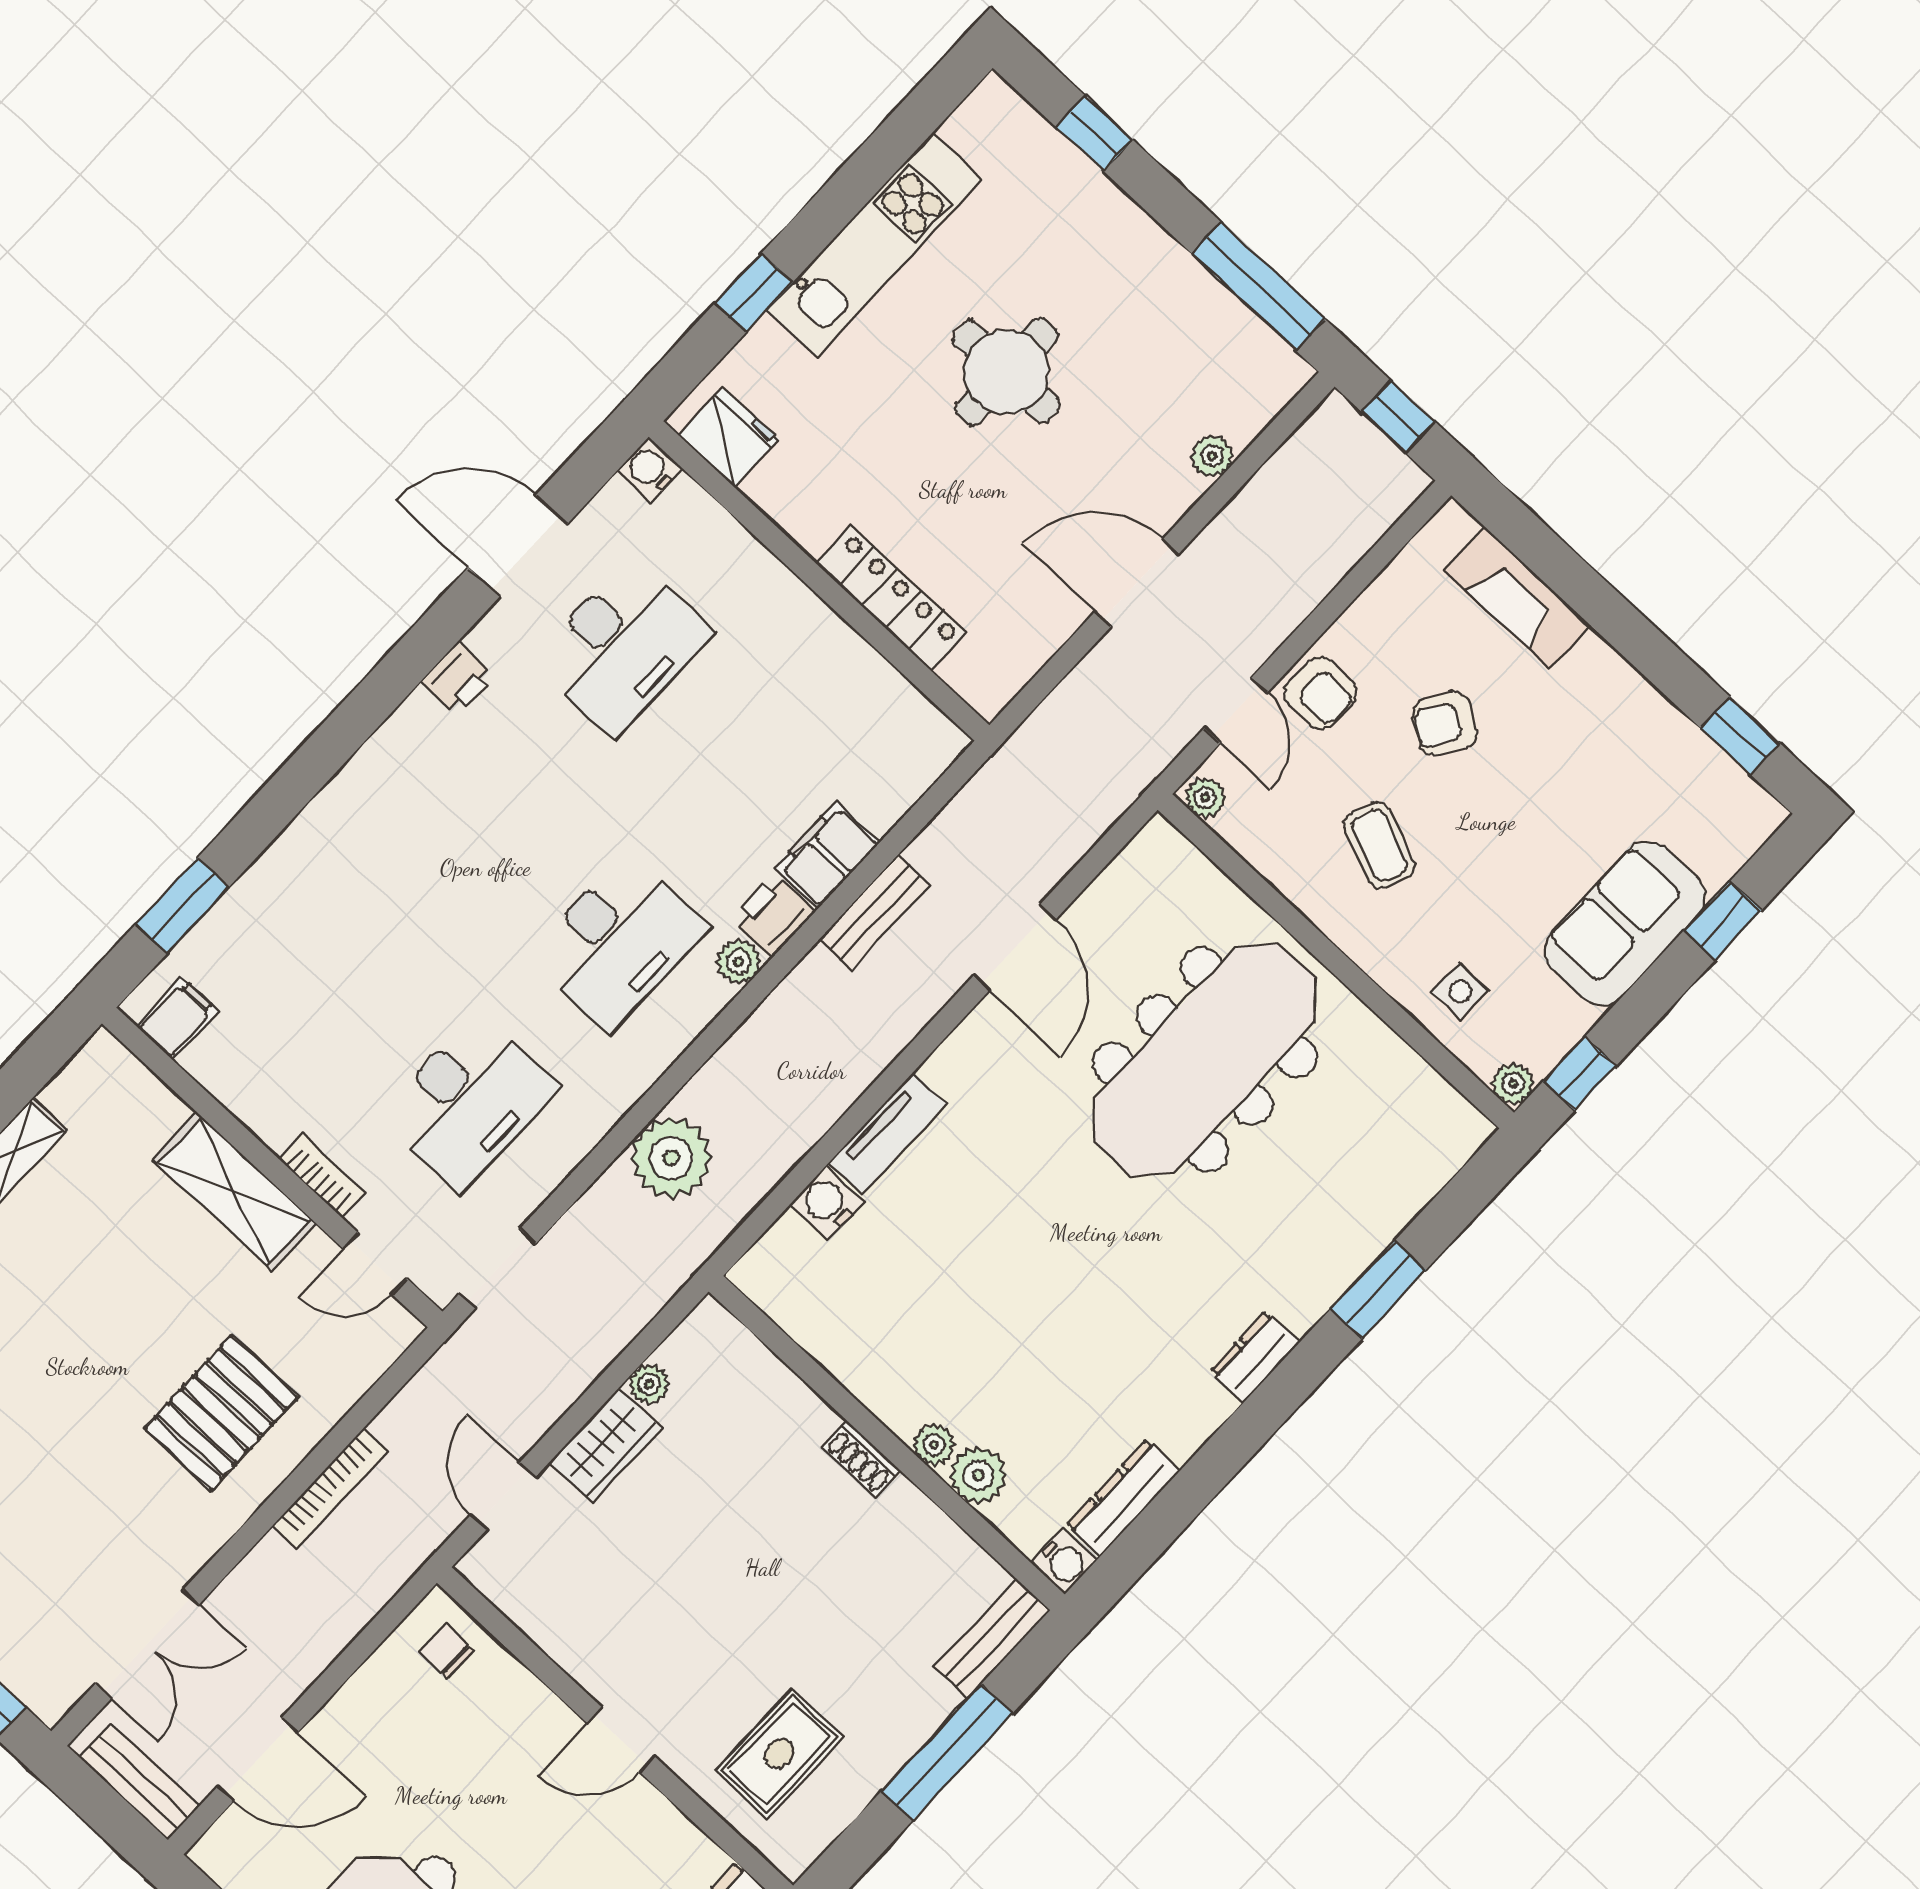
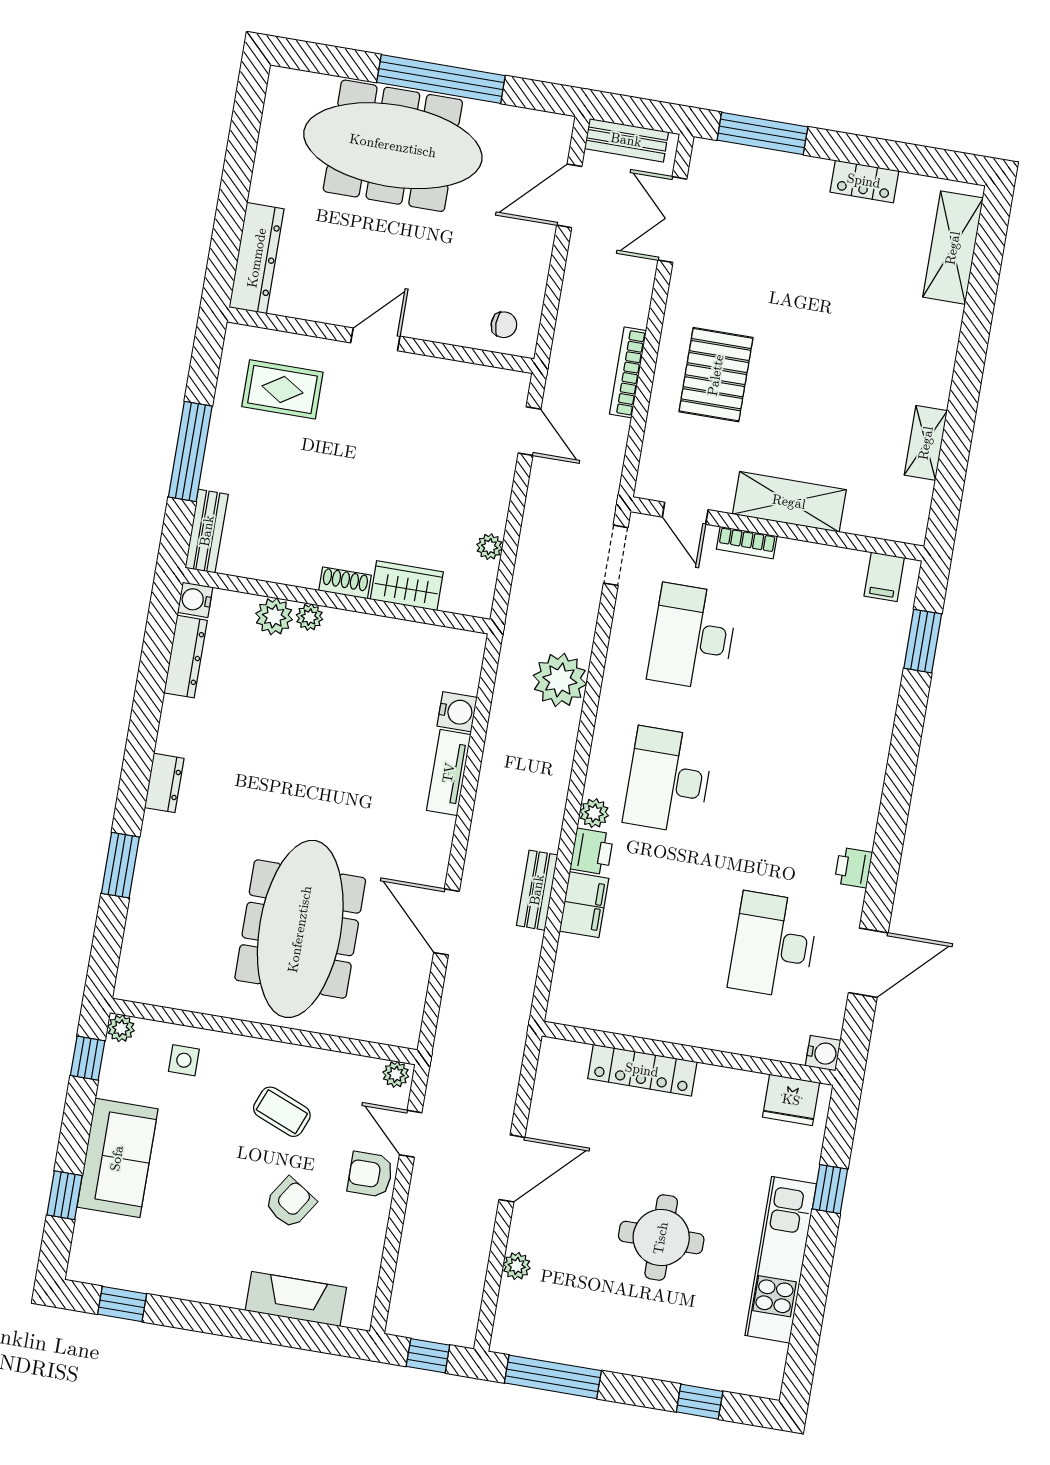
door: (375, 1264) -> (685, 513), swing flipped
wardrobe: (605, 1446) -> (407, 586), moved, turned 90
rug: (779, 1754) -> (282, 389), turned 90

